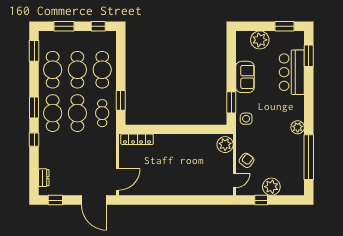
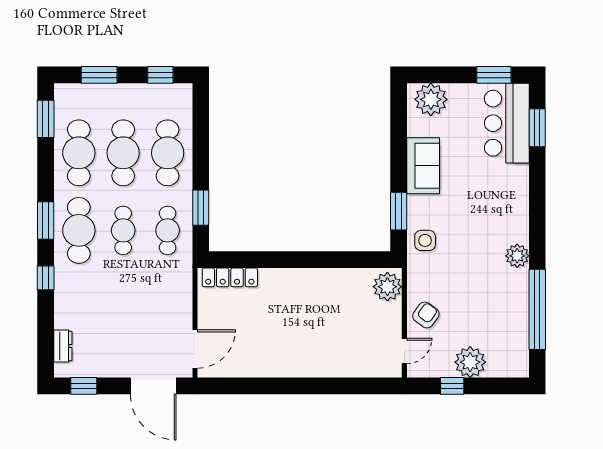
plant: (260, 40) -> (431, 99), moved
bar counter: (292, 72) -> (507, 123), moved
cafe table: (77, 113) -> (123, 230), width x0.73, depth x0.74

